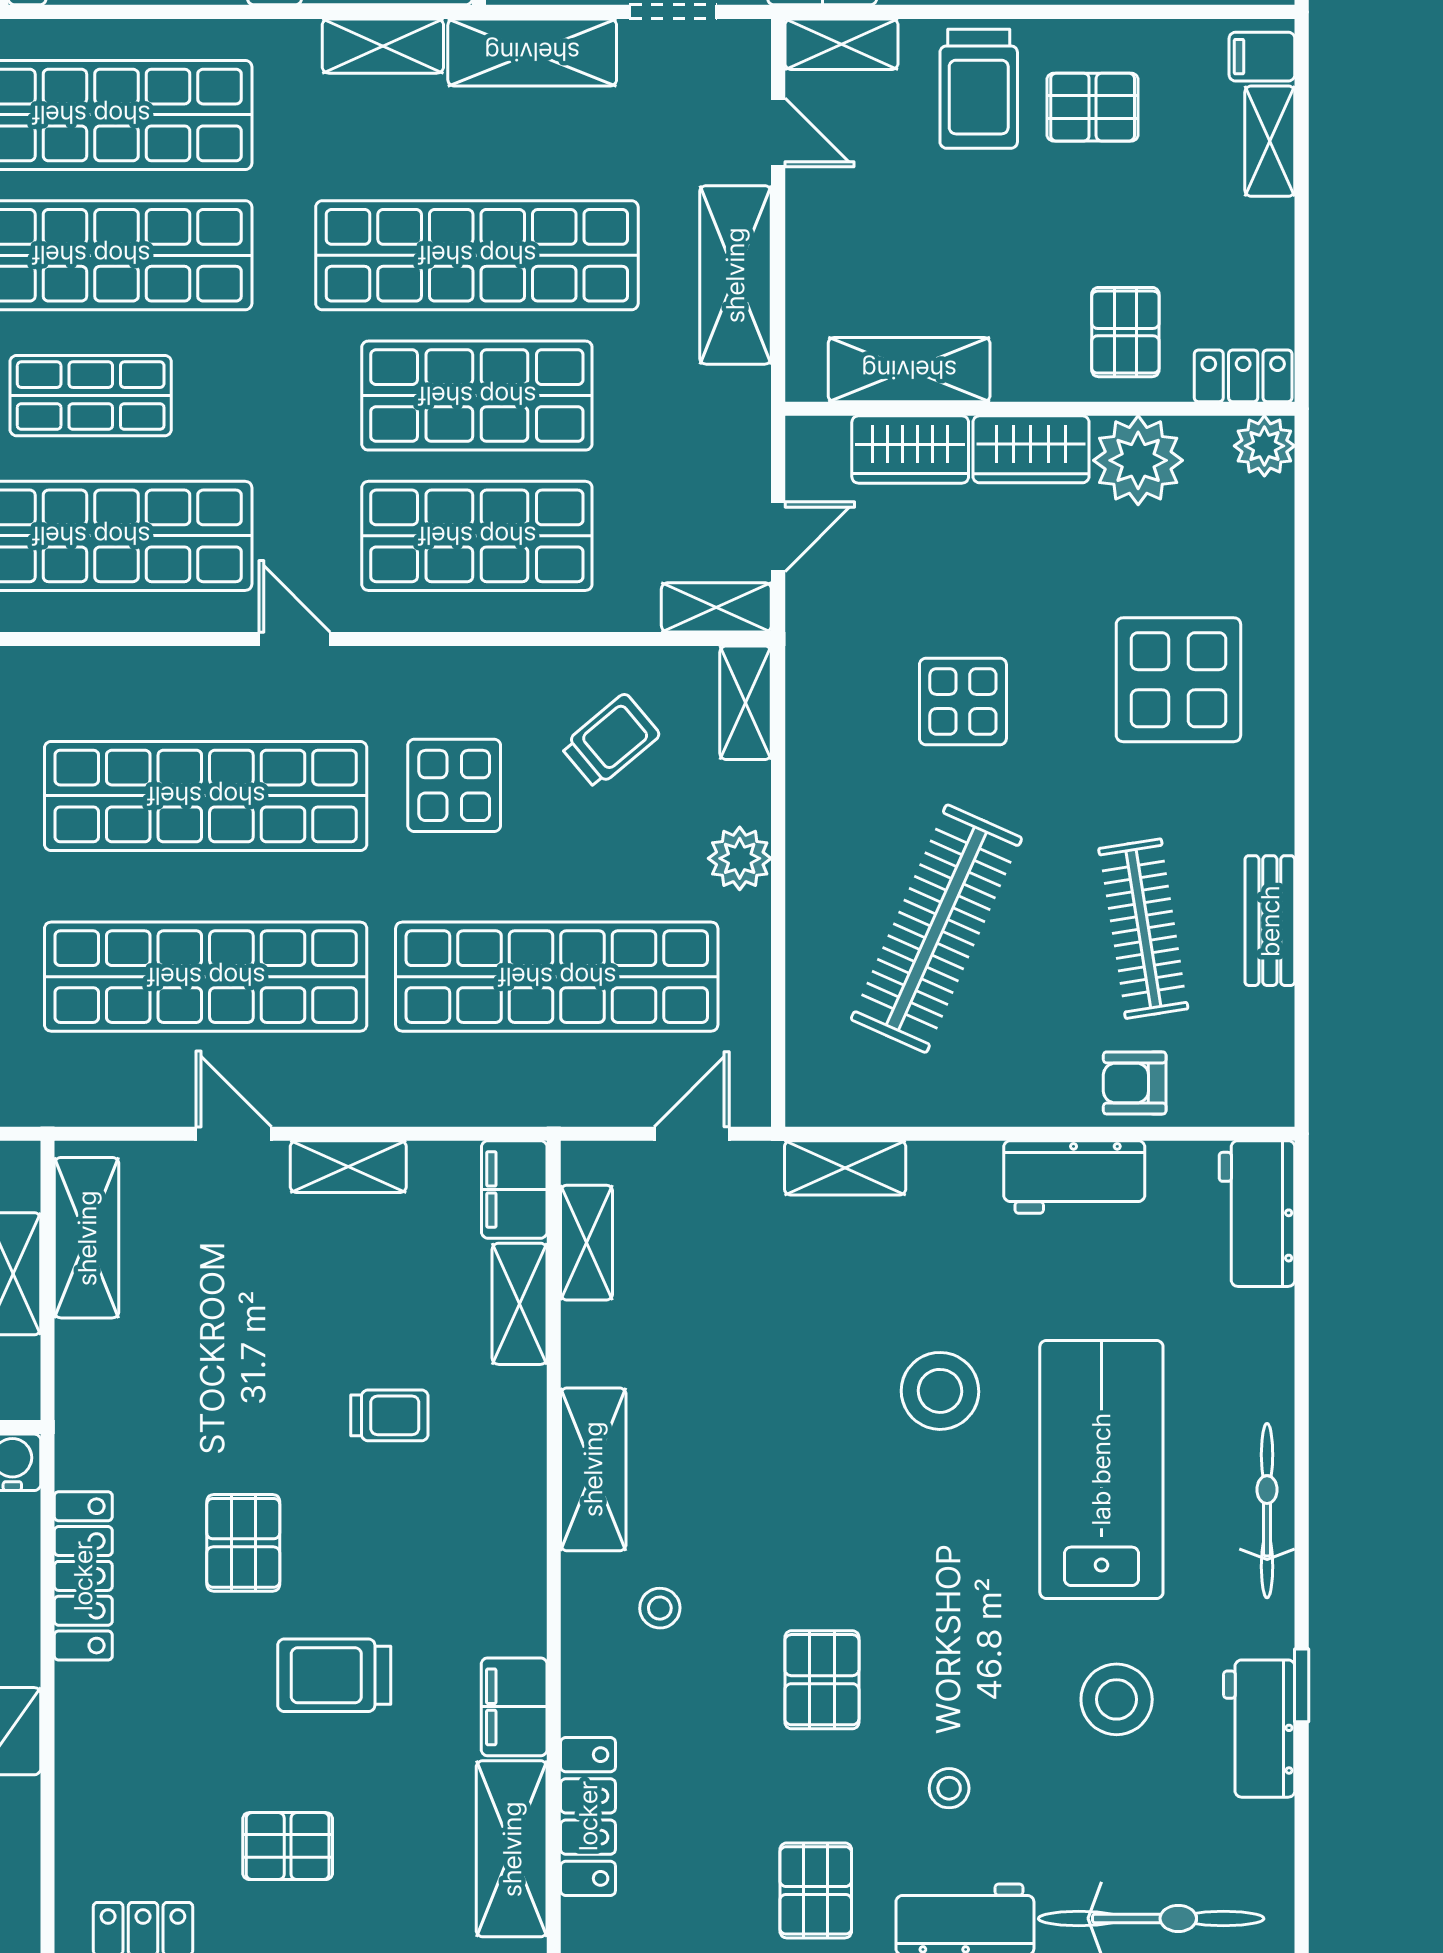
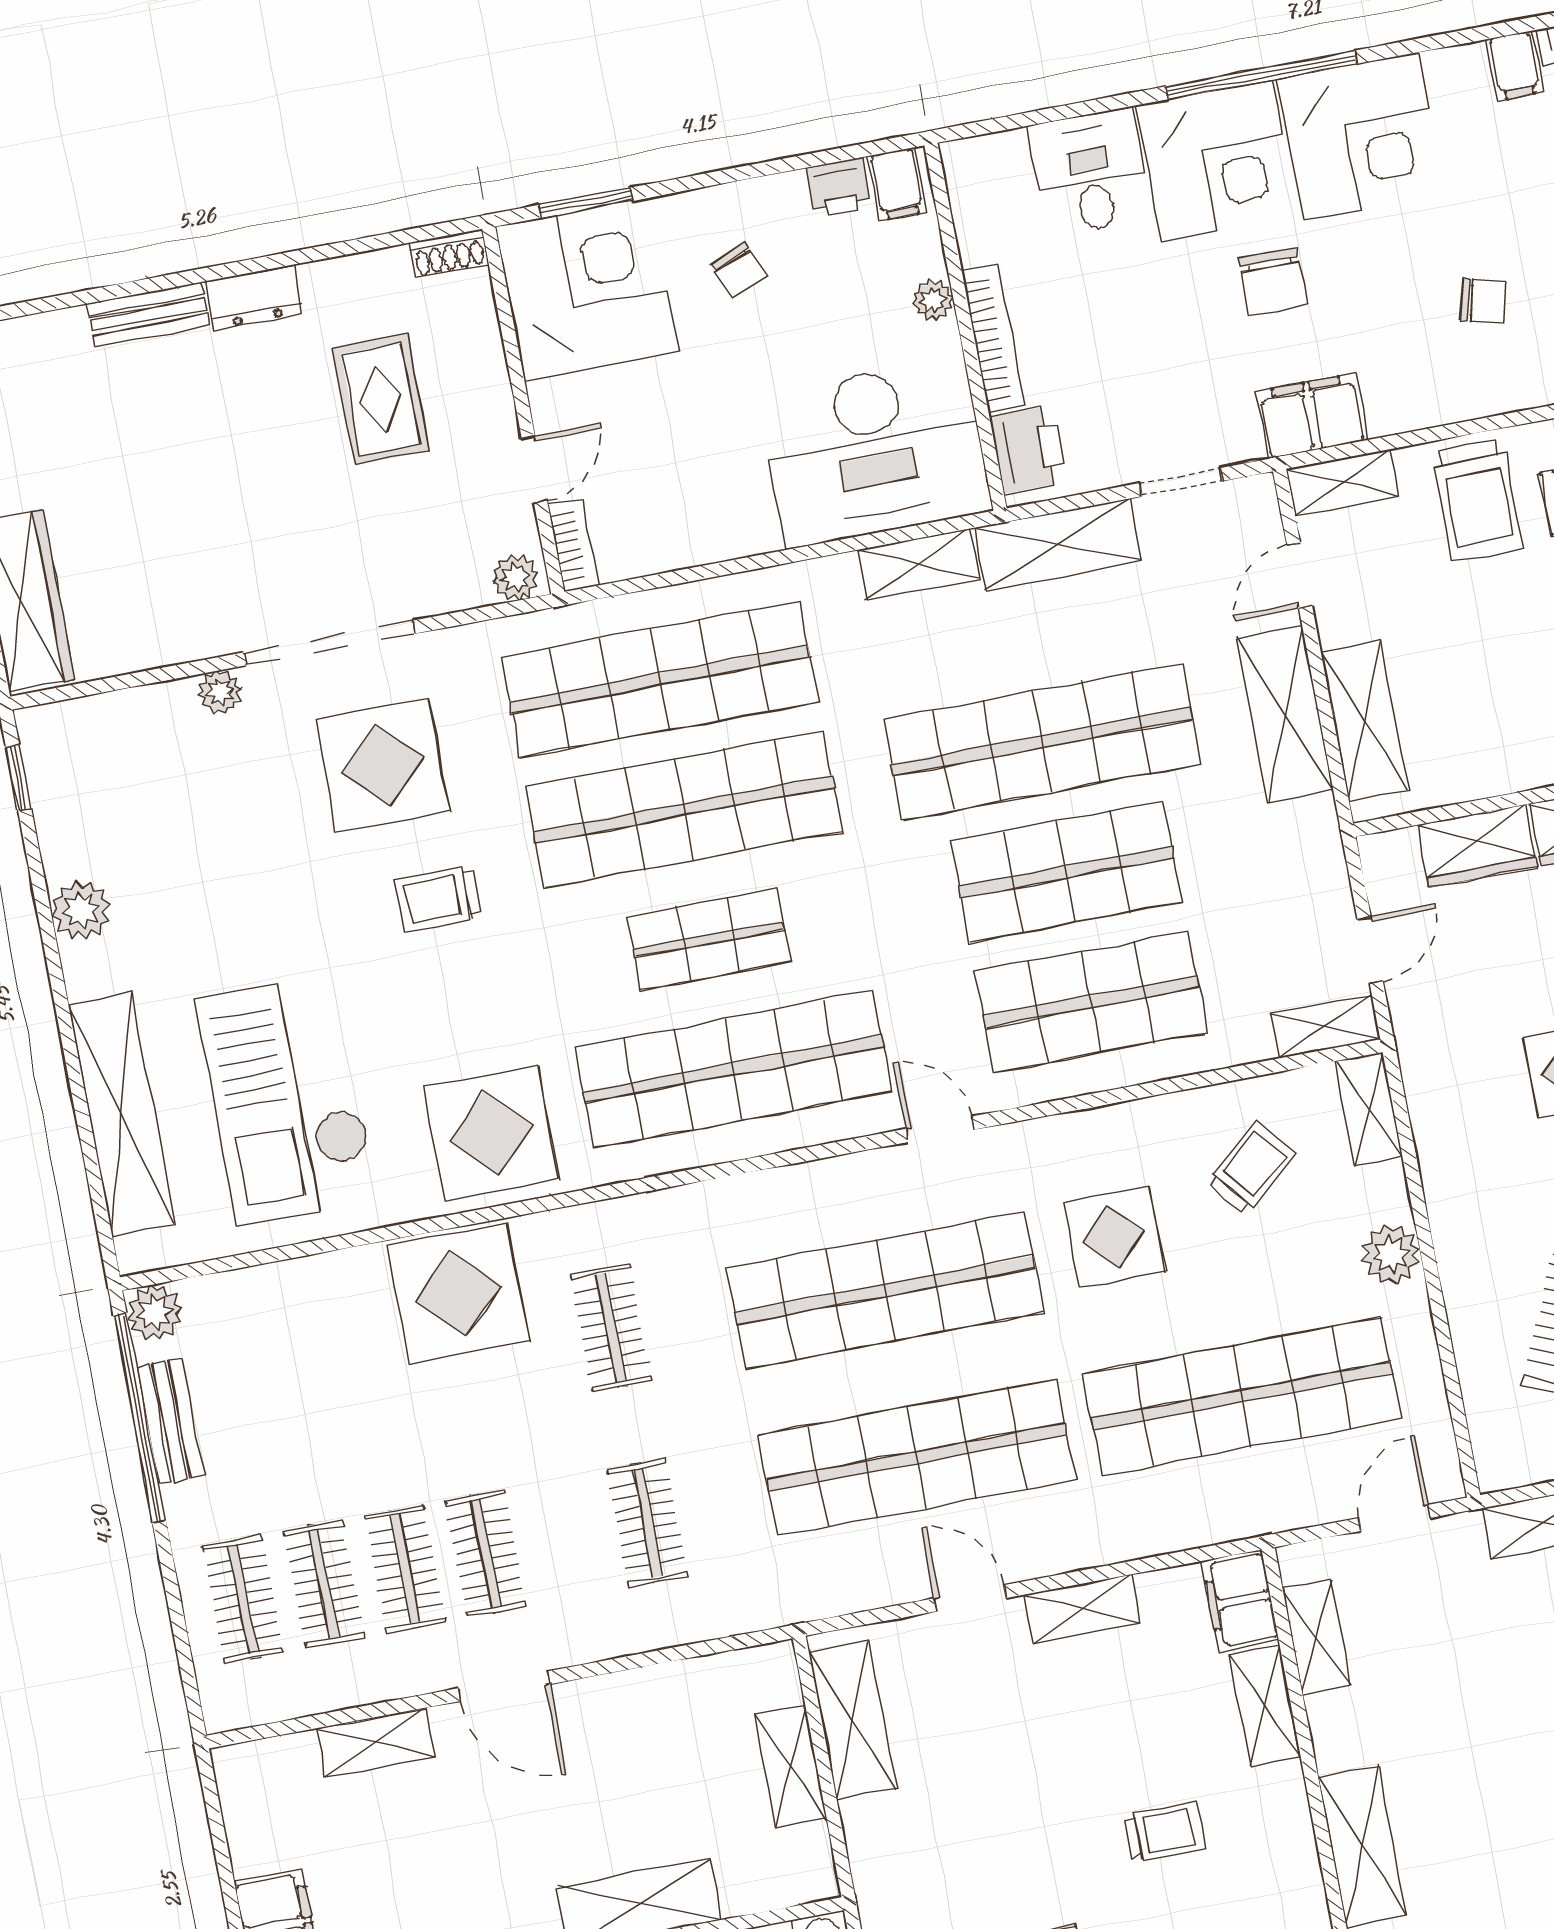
door: (778, 133) -> (1299, 575), swing flipped
shelving: (909, 370) -> (1365, 720), moved, turned 90

